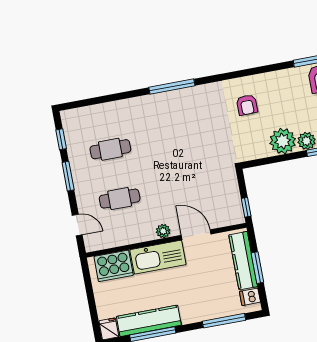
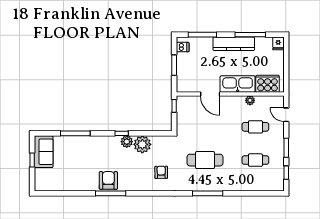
cafe table: (185, 135) -> (205, 160), added
plant: (163, 231) -> (250, 100), moved
kitchen counter: (243, 261) -> (183, 71), removed
kitchen counter: (149, 321) -> (234, 44), moved

